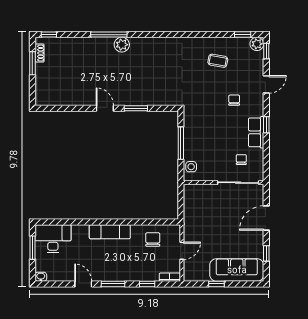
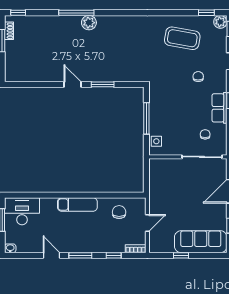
coffee table: (218, 61) -> (182, 38), width x1.86, depth x1.72

